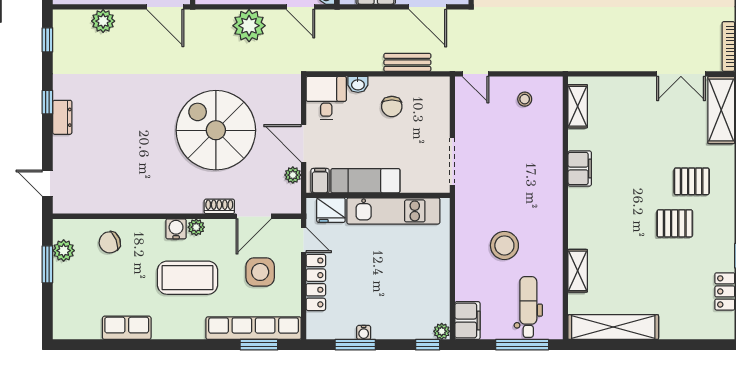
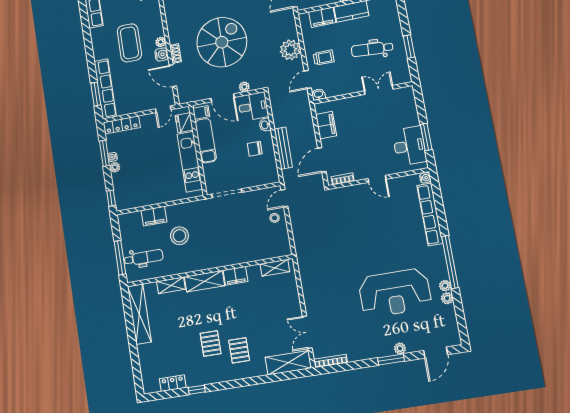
bench: (407, 62) -> (283, 148), width x1.36
stool: (525, 99) -> (275, 218), moved
door: (304, 143) -> (223, 98), swing flipped
plant: (293, 175) -> (244, 87), moved
shelving: (580, 218) -> (204, 281), added
water cooler: (176, 229) -> (162, 54), moved
side table: (260, 272) -> (140, 86), removed
locker: (316, 282) -> (122, 125), moved
filing cabinet: (467, 321) -> (154, 216), moved
plant: (442, 331) -> (115, 167), moved

